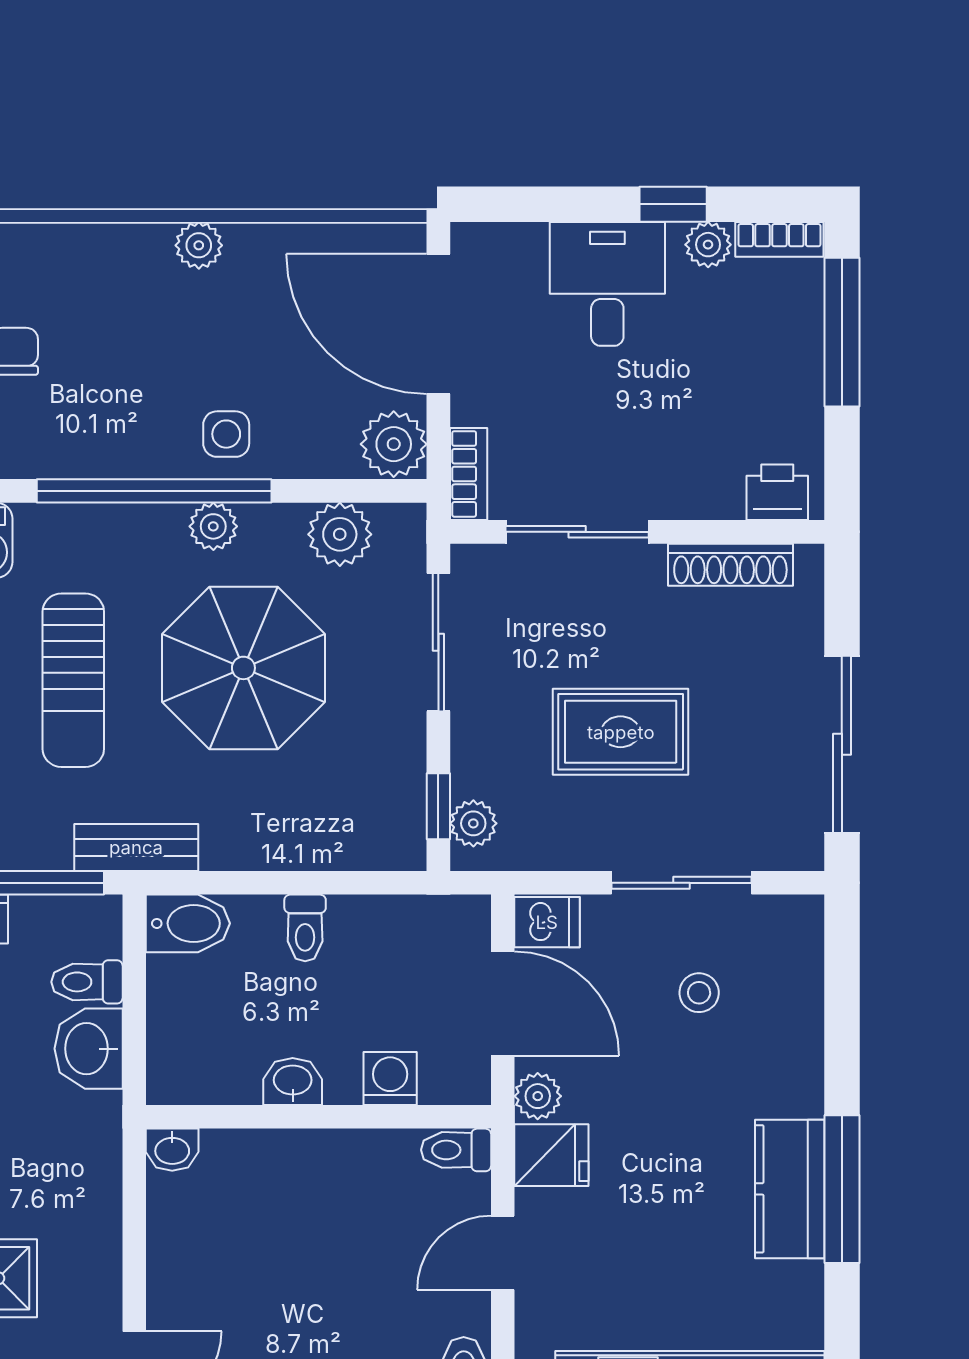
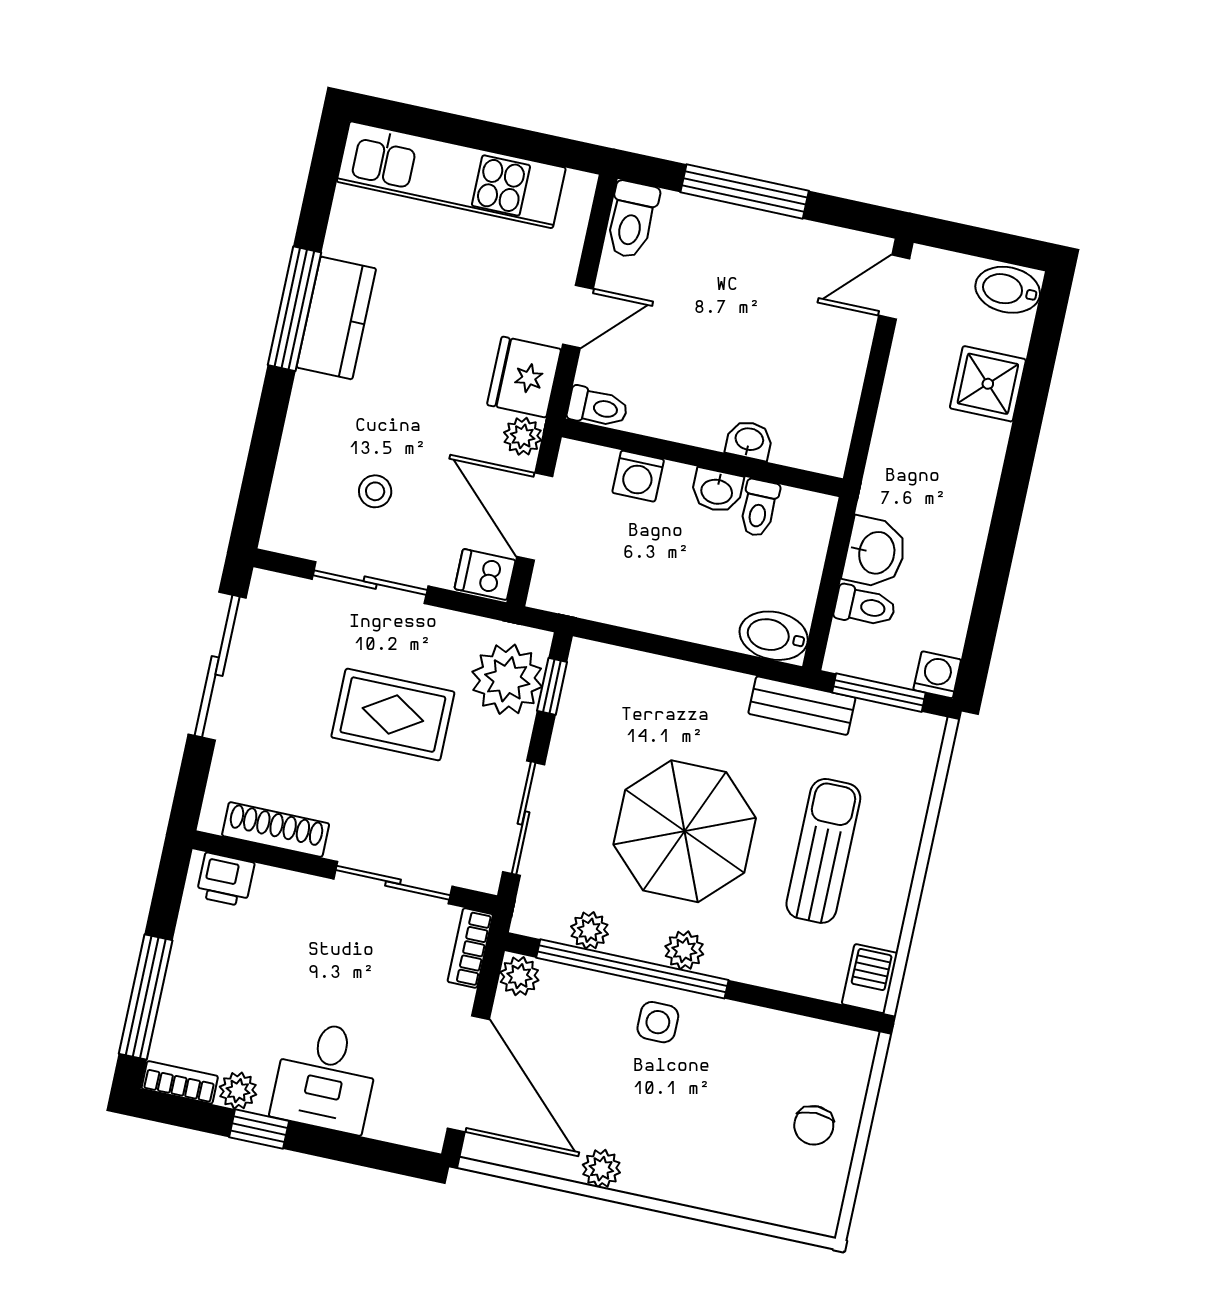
plant: (199, 245) -> (601, 1169), moved
plant: (394, 444) -> (519, 976), width x0.73, depth x0.73
window: (154, 491) -> (632, 969), moved
plant: (340, 534) -> (590, 930), width x0.73, depth x0.73
plant: (473, 823) -> (507, 679), width x1.87, depth x1.87
toilet: (305, 928) -> (759, 508), moved, turned 180
washbasin: (172, 1150) -> (749, 440), moved
fridge: (551, 1155) -> (524, 377), width x1.38

